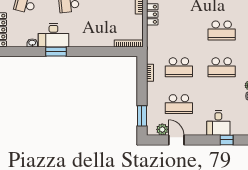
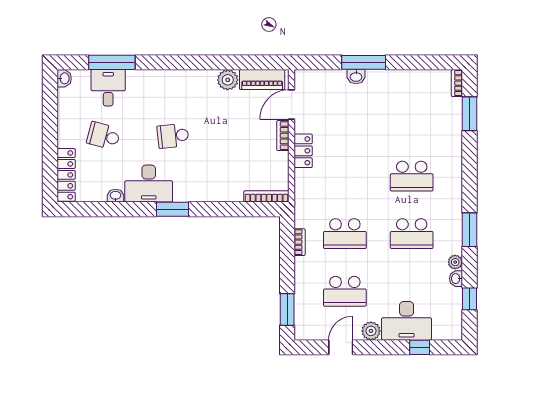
window: (56, 52) -> (172, 209), moved
desk: (218, 123) -> (407, 321), width x1.37
plant: (162, 129) -> (371, 331), moved
door: (176, 140) -> (341, 347), hinge flipped

